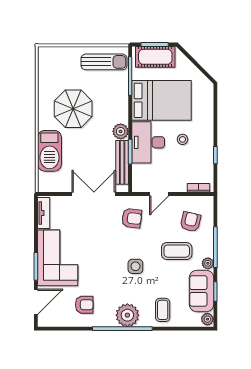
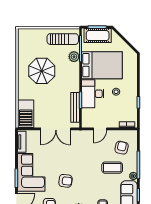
plant: (121, 131) -> (74, 57), moved
barbecue: (49, 151) -> (26, 114), moved
double door: (94, 194) -> (56, 129), swing flipped
armchair: (132, 218) -> (65, 181), moved
side table: (135, 266) -> (84, 178), removed

